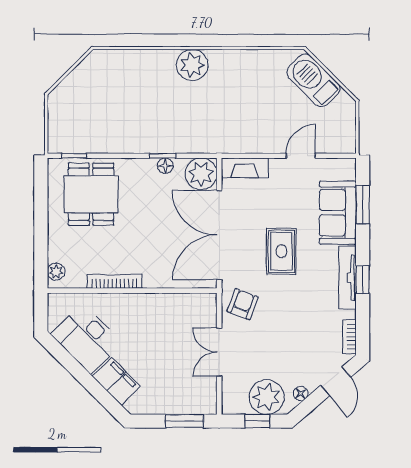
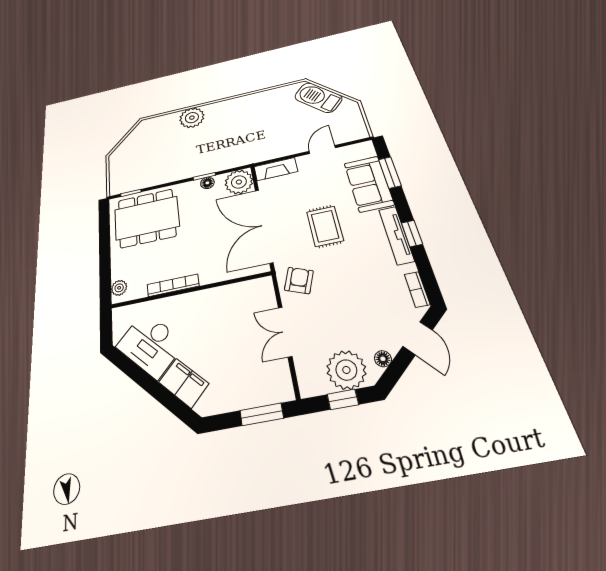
plant: (192, 65) -> (192, 118), moved
dining table: (91, 194) -> (147, 218), width x1.38

